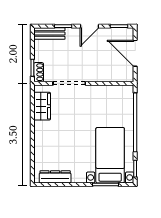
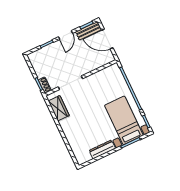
bench: (49, 34) -> (88, 31), moved
dresser: (55, 177) -> (102, 149), moved

